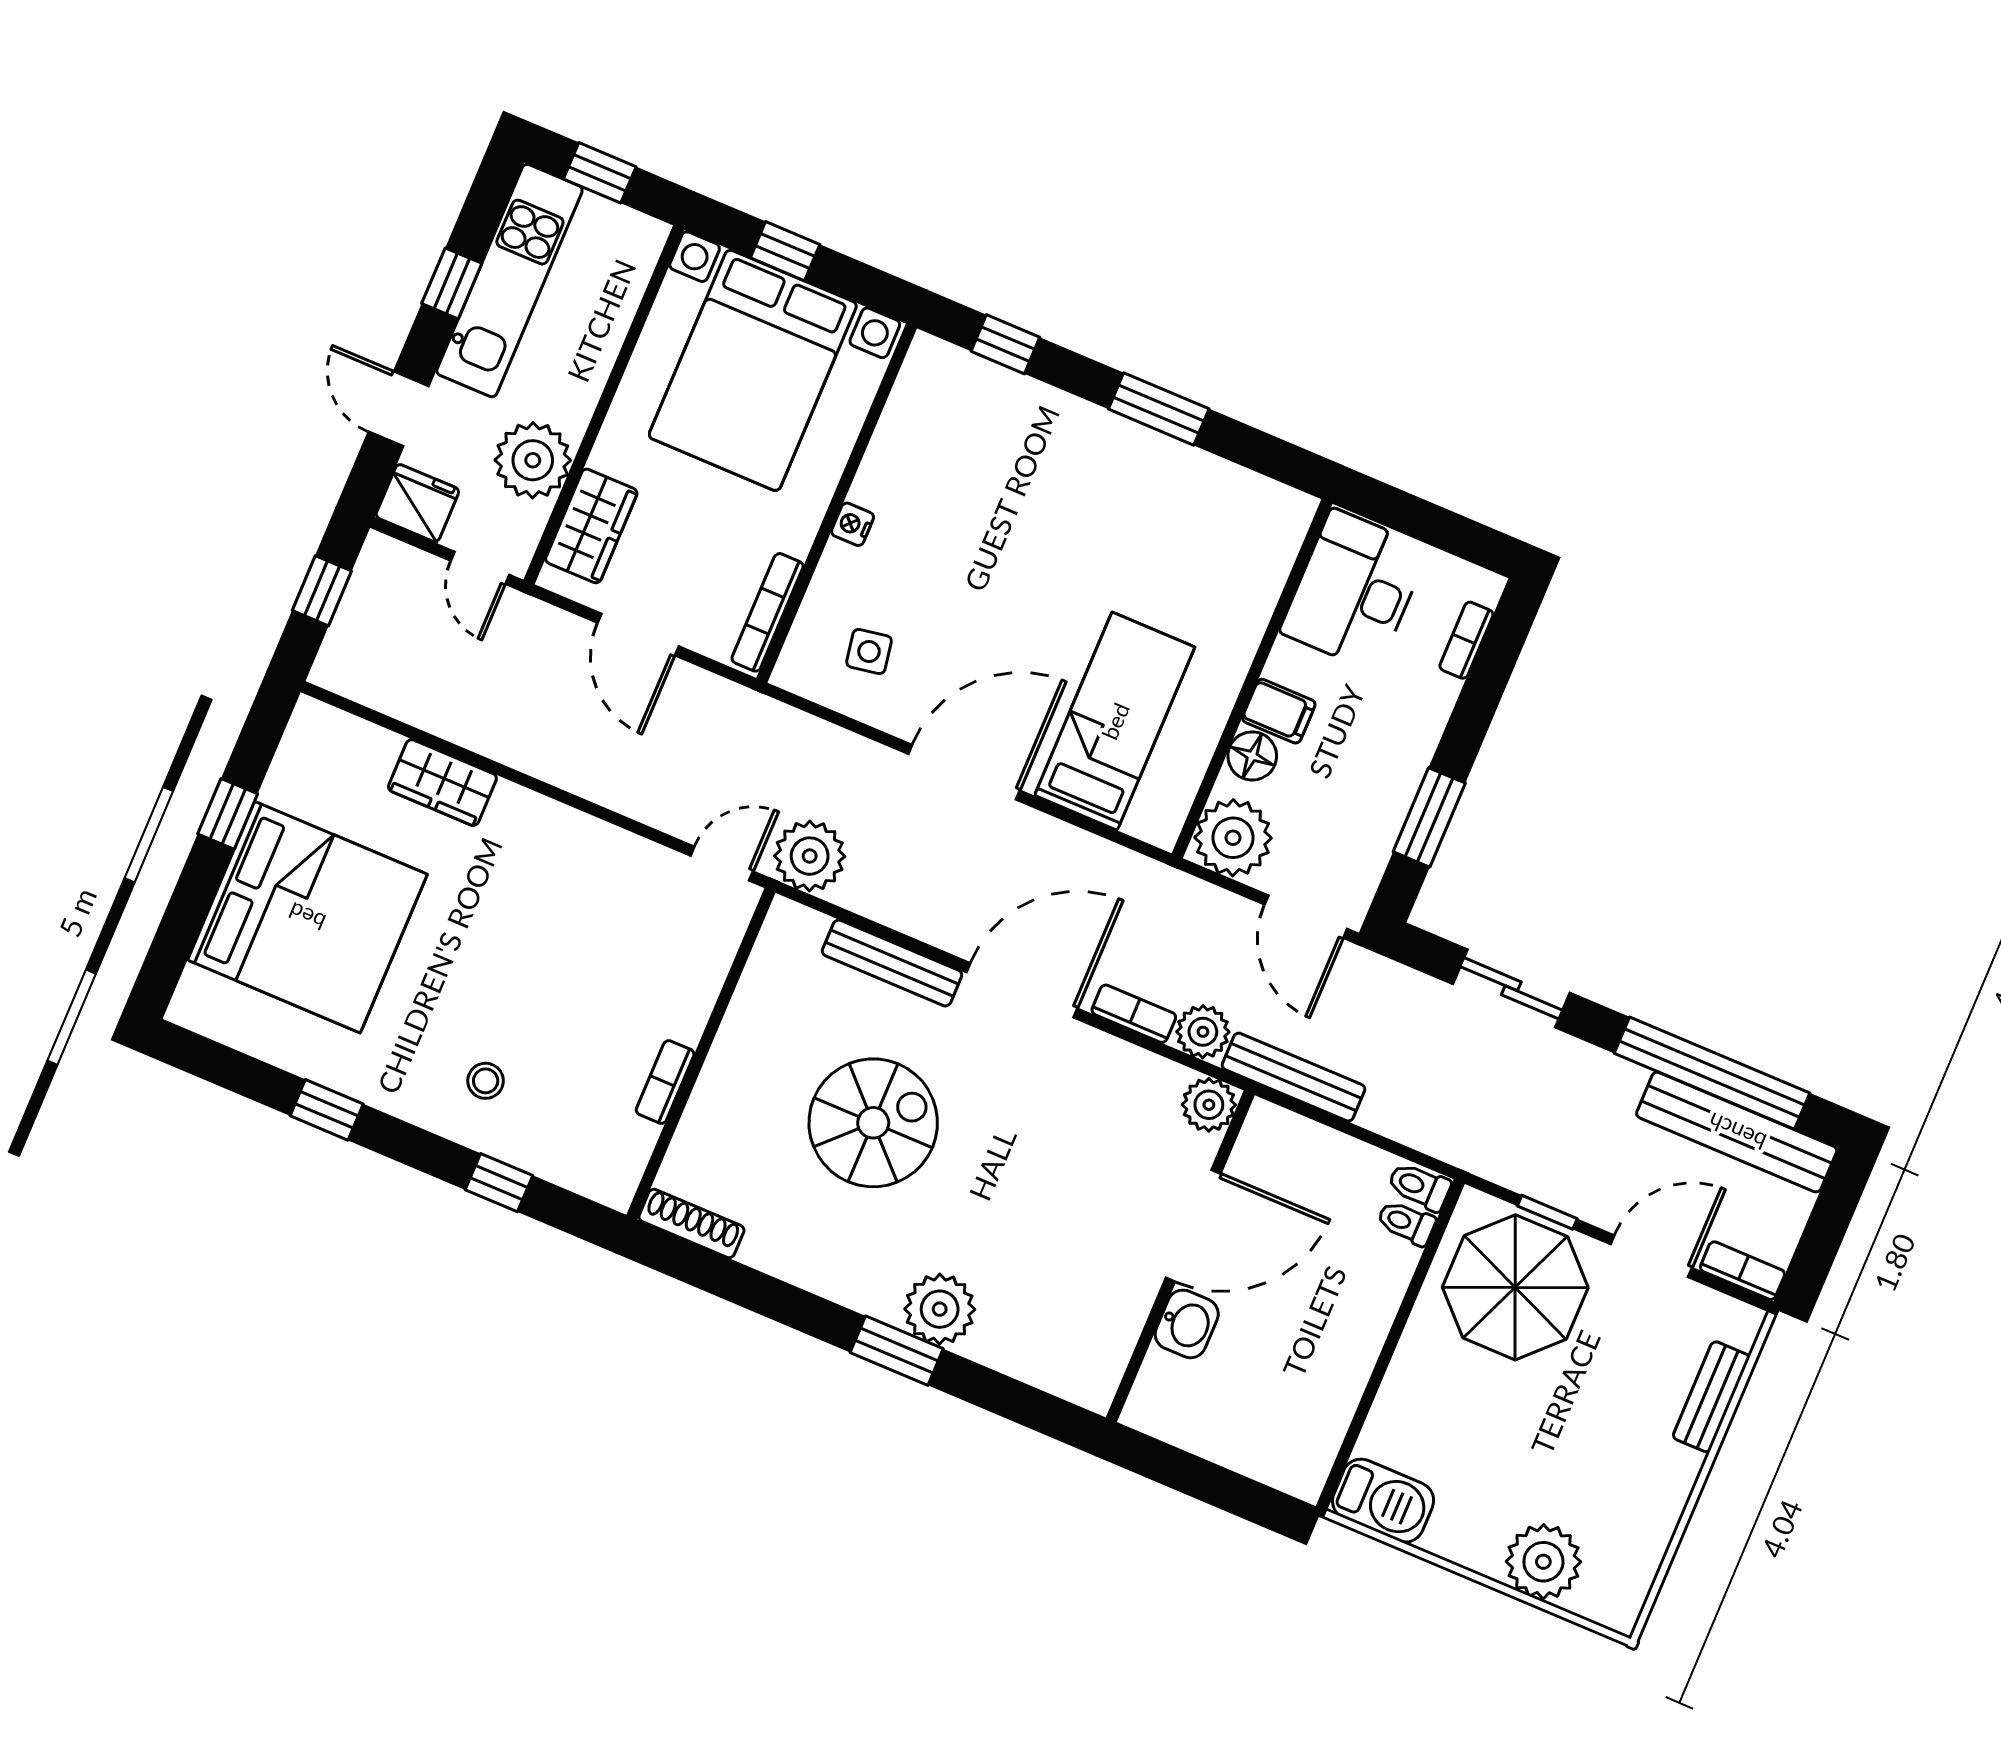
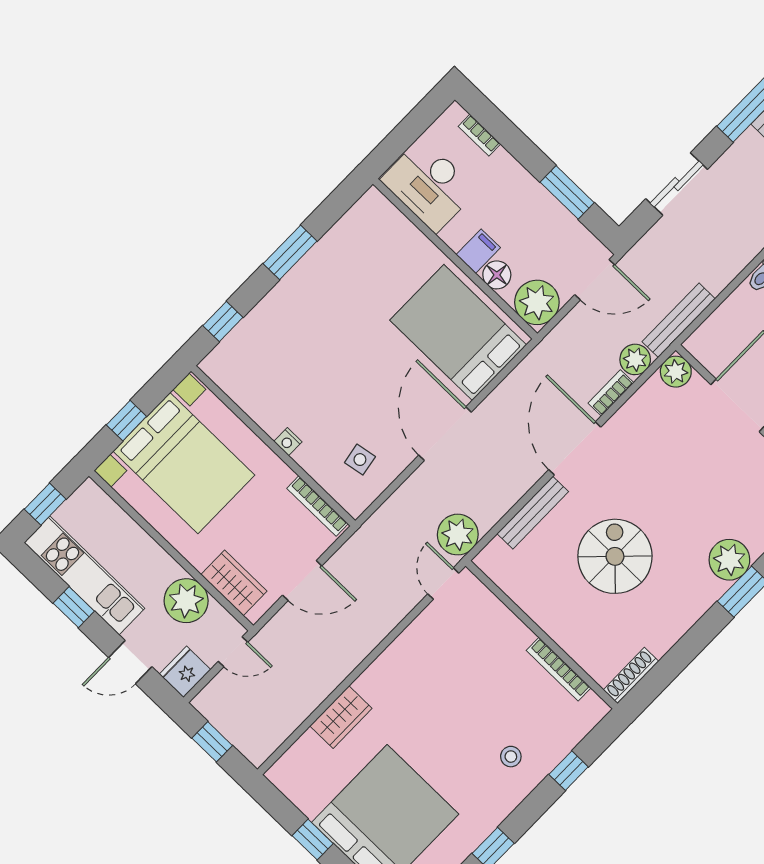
bed: (1115, 721) -> (458, 332), width x1.50
bookcase: (665, 1082) -> (559, 669), width x1.56

